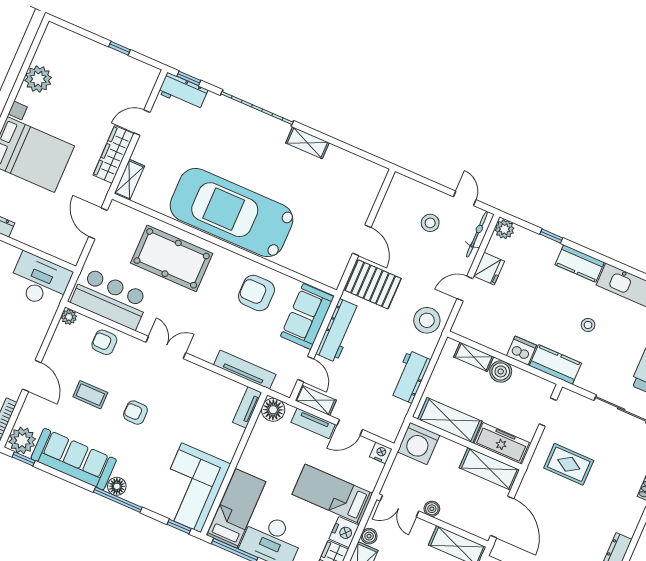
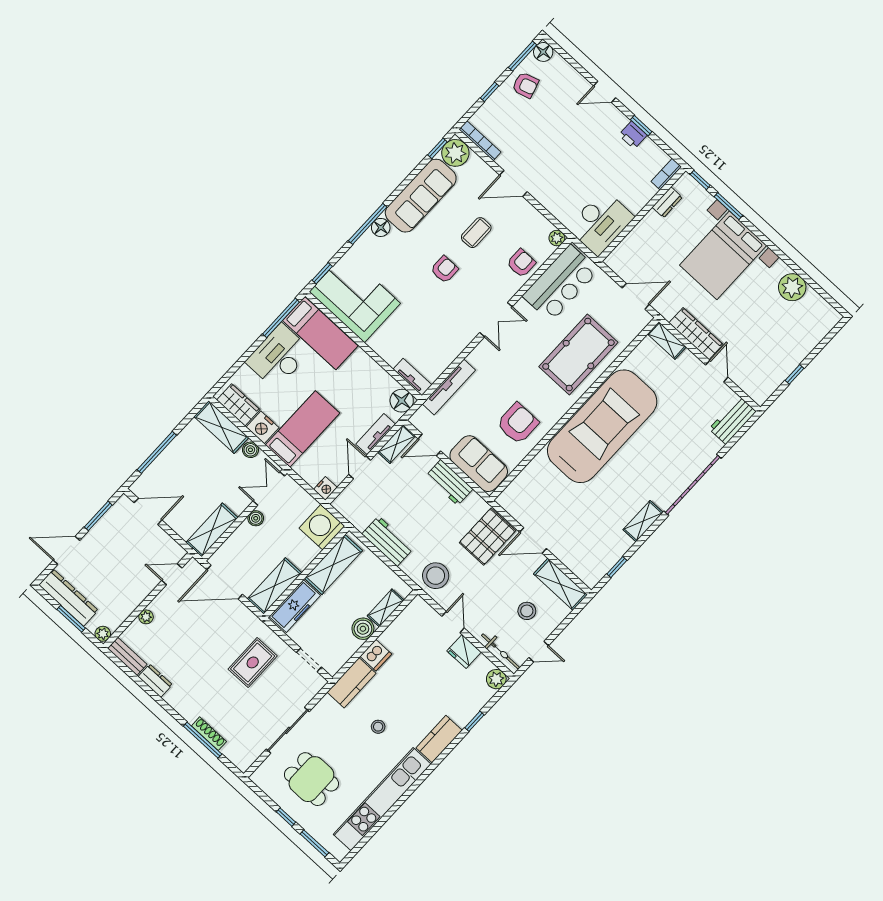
window: (189, 78) -> (617, 567), moved
shelving: (394, 200) -> (560, 584), added
workbench: (338, 331) -> (449, 483), width x0.73

